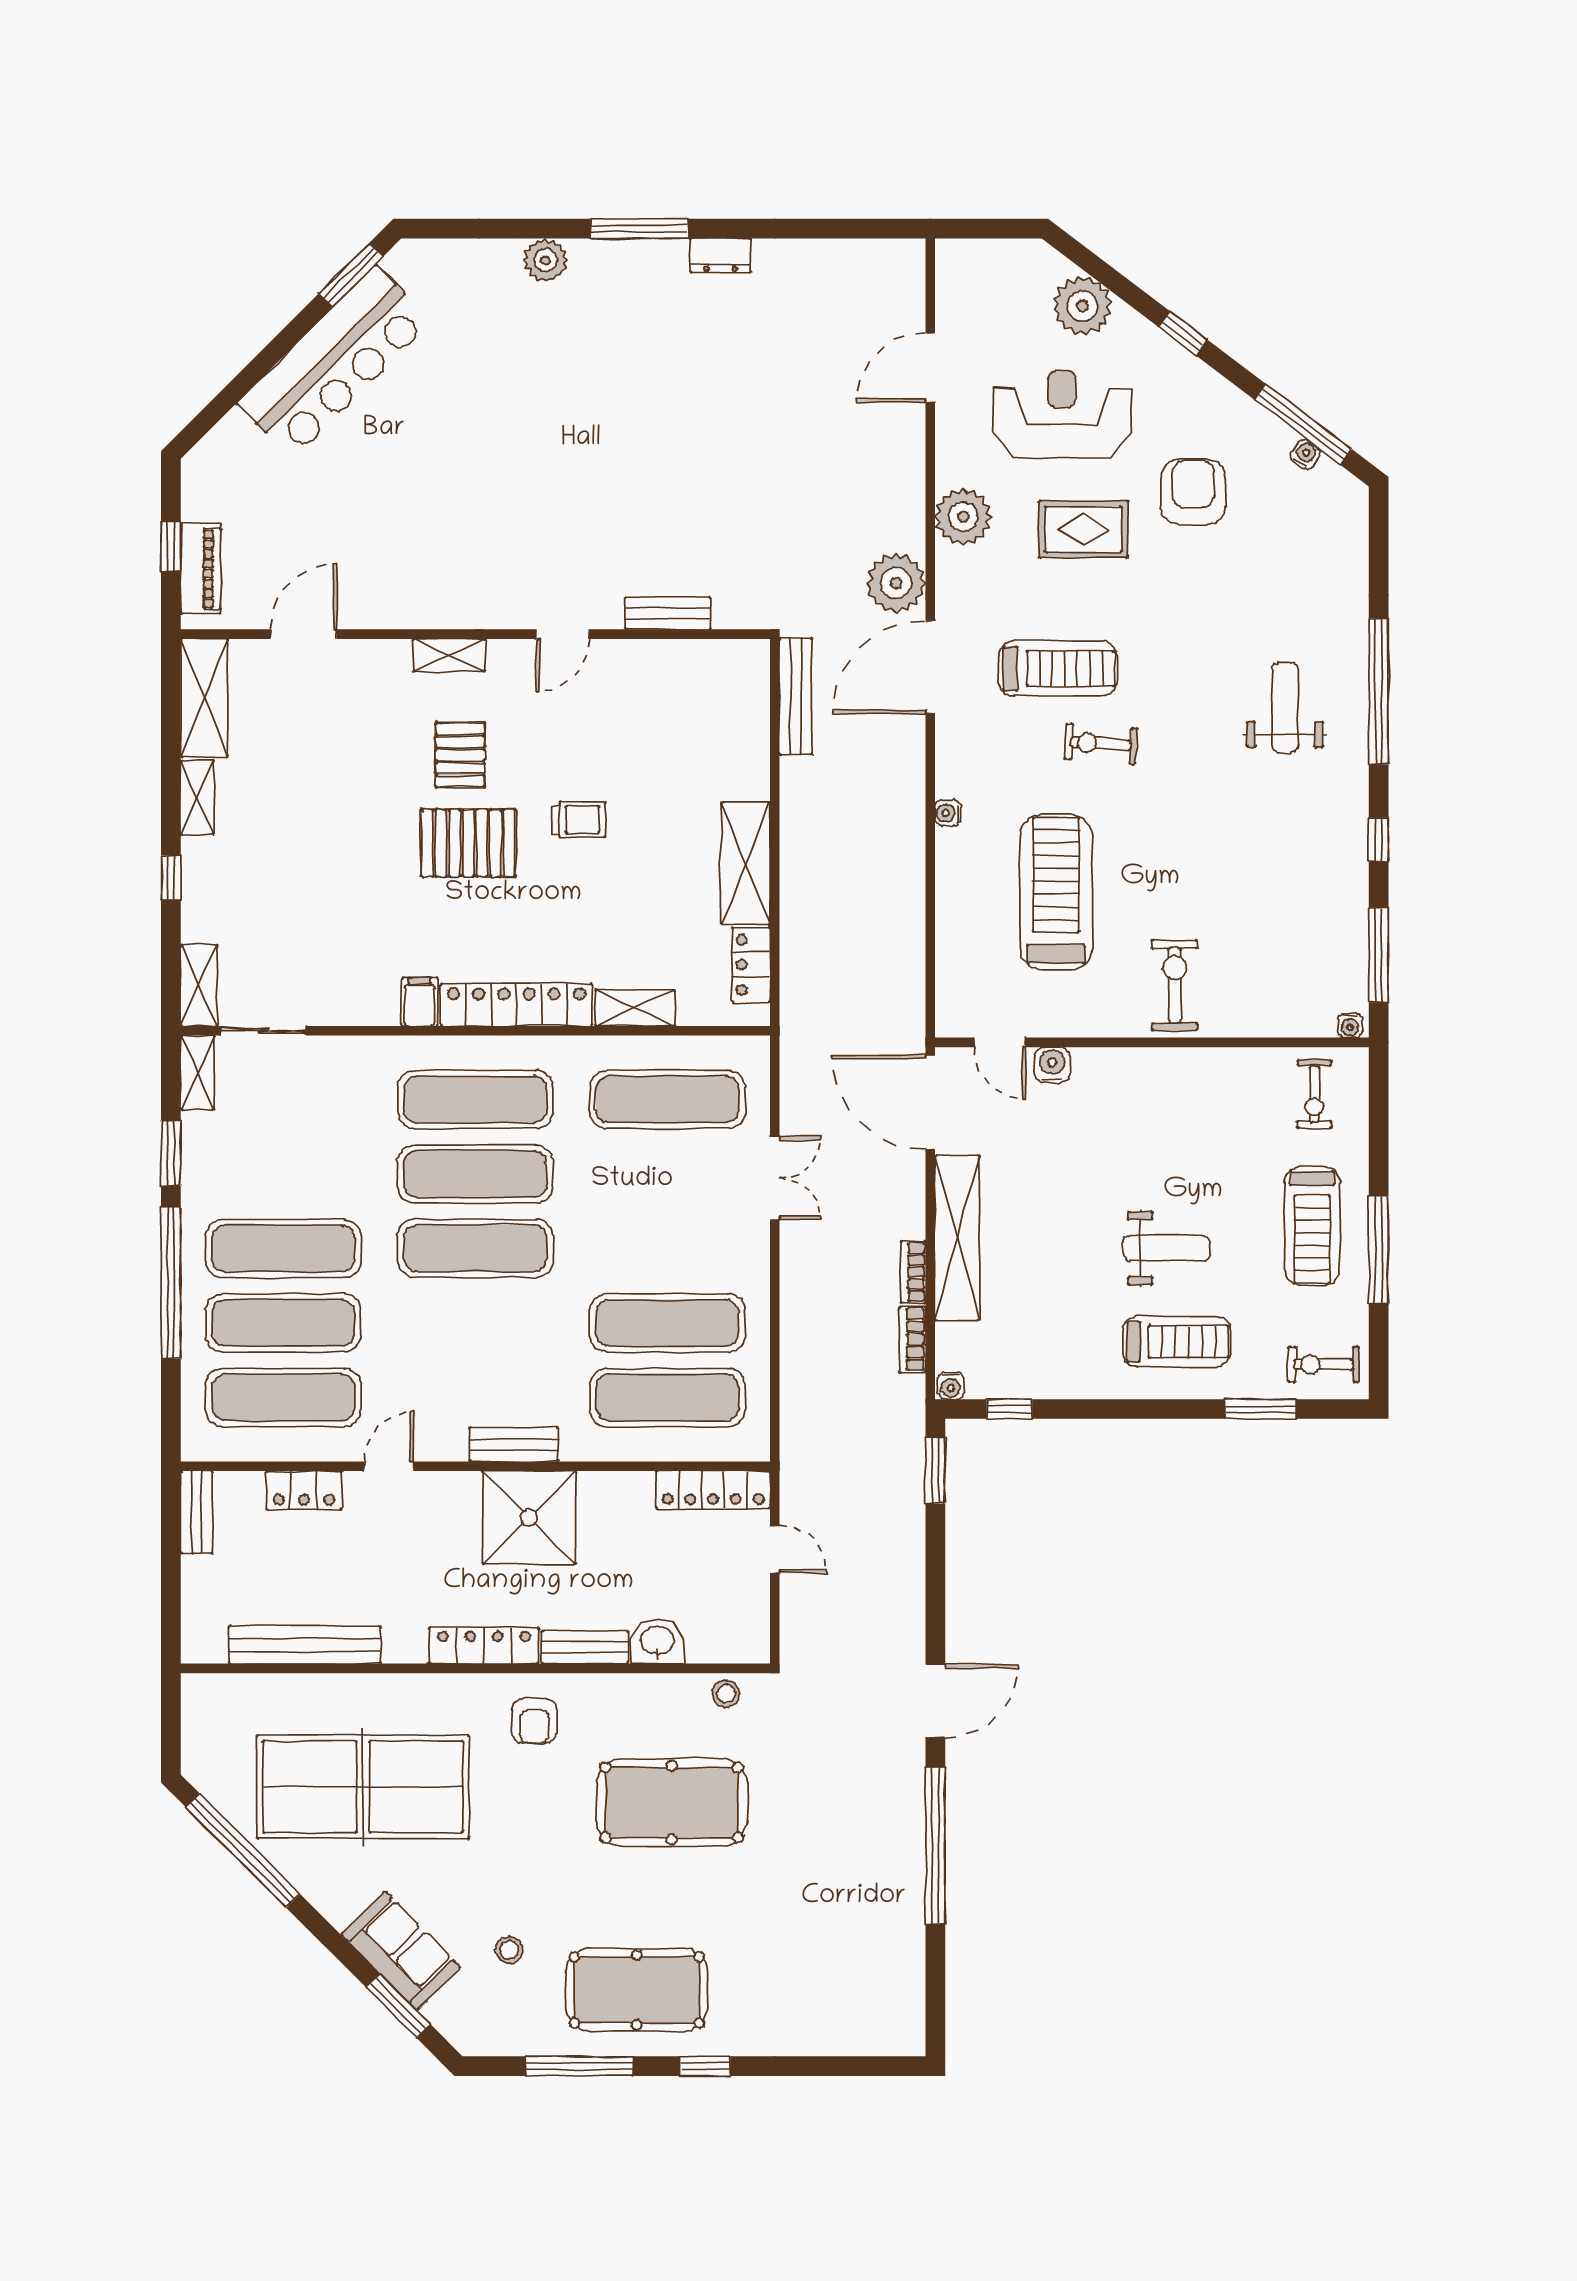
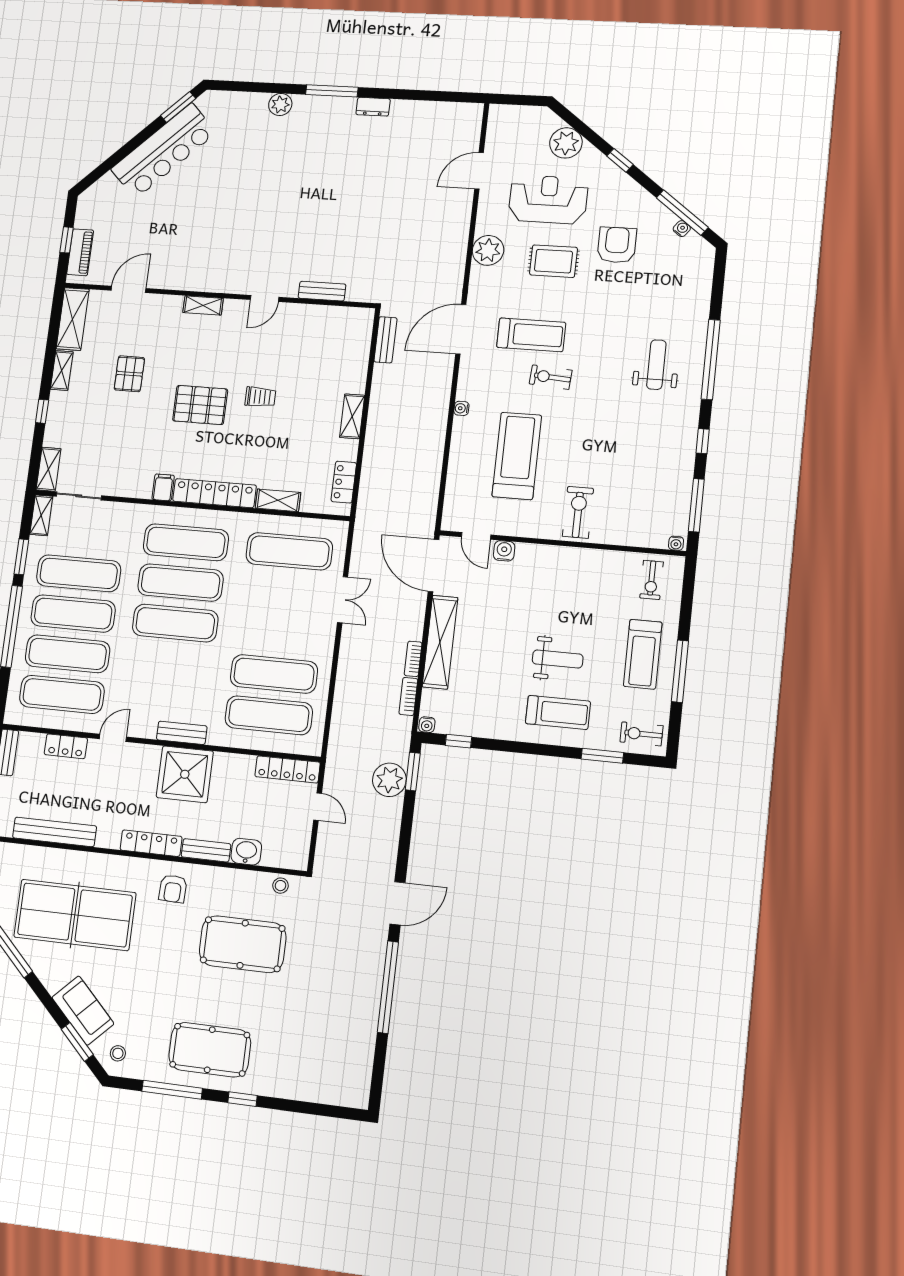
plant: (896, 583) -> (389, 780), moved
bench: (796, 696) -> (385, 340), width x0.73
pallet: (460, 755) -> (129, 374), moved
shelving: (746, 863) -> (352, 416), width x0.67, depth x0.75
exercise mat: (283, 1174) -> (79, 573), added
stool: (509, 1950) -> (118, 1053), moved

